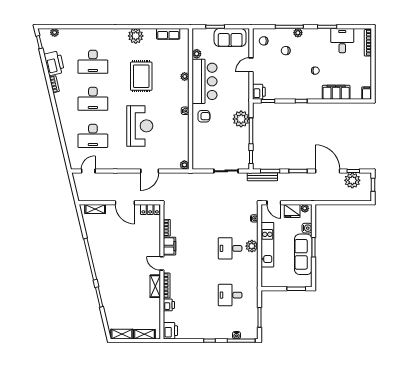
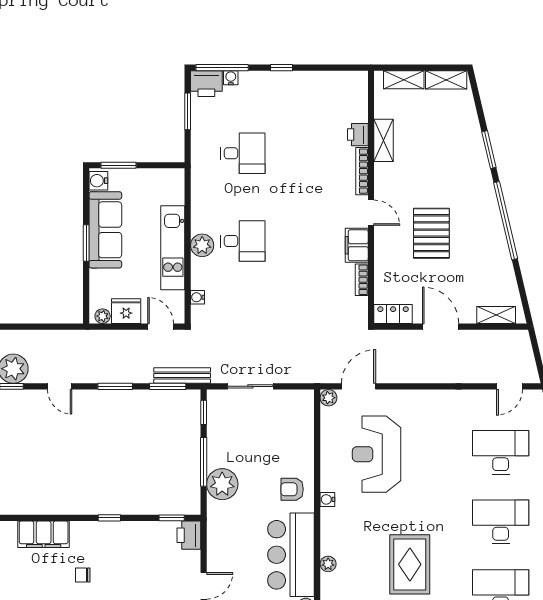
reception desk: (140, 126) -> (377, 454), moved
door: (150, 171) -> (359, 386), moved
door: (328, 171) -> (60, 386), width x0.53
water cooler: (307, 228) -> (98, 181), moved
pallet: (130, 253) -> (431, 233), added
shelving: (155, 286) -> (384, 140), moved
printer: (170, 331) -> (206, 84), moved, turned -90

